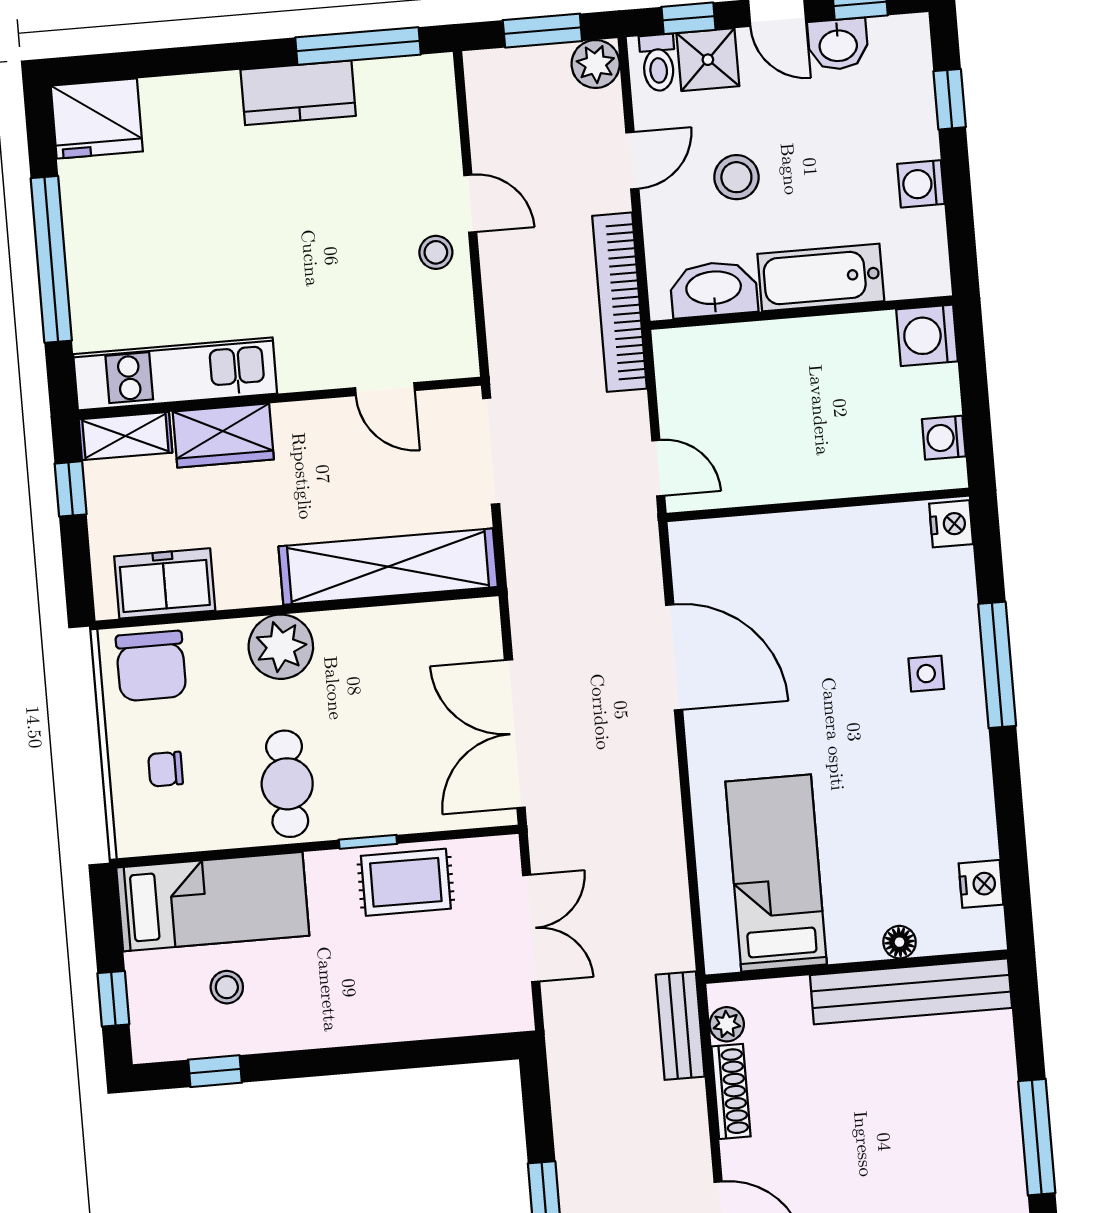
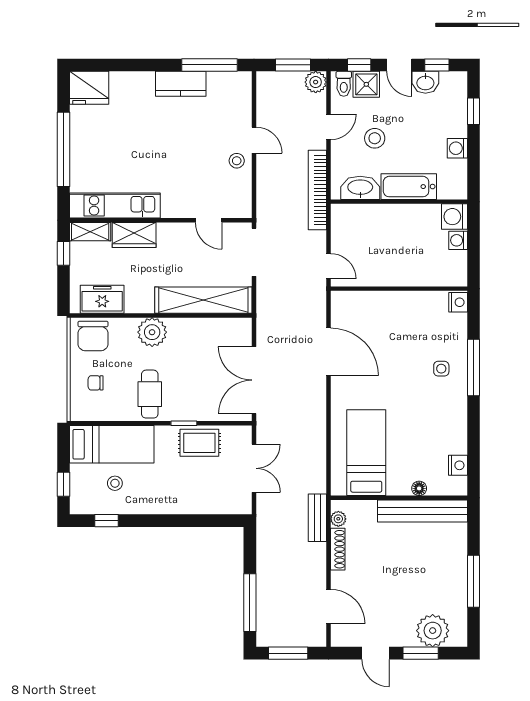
washing machine: (944, 438) -> (458, 240), moved

